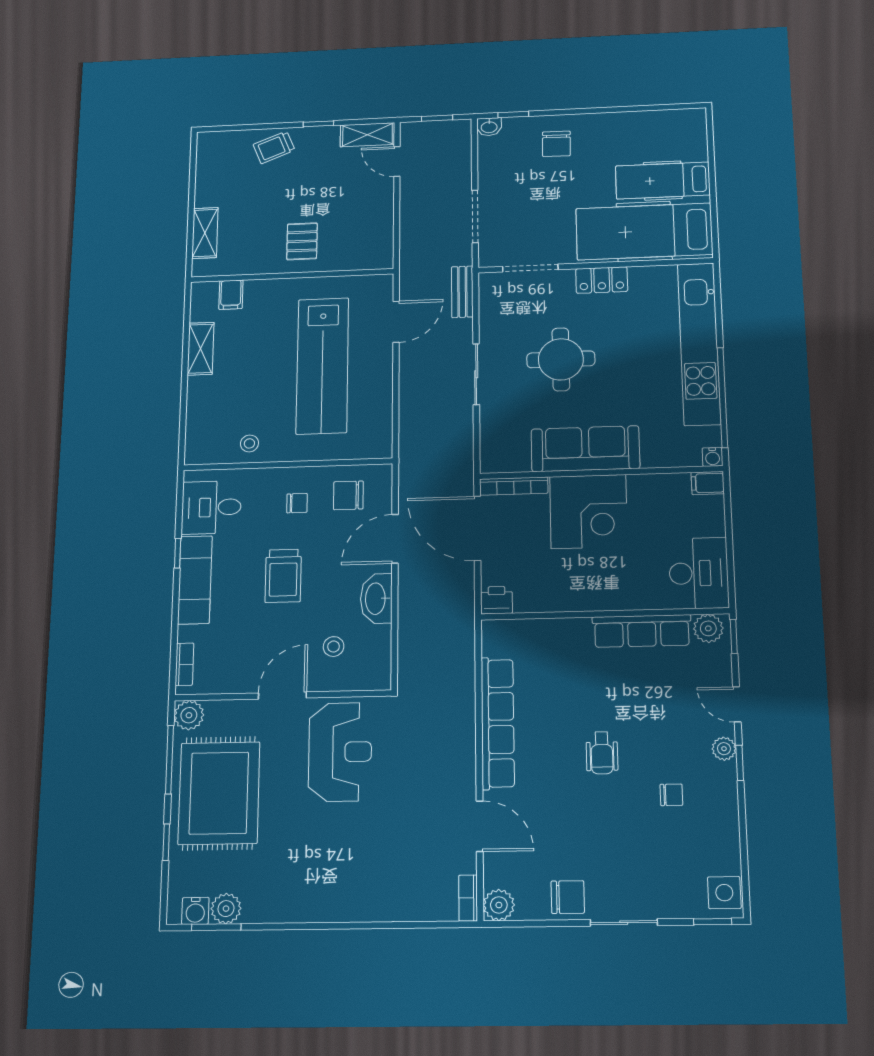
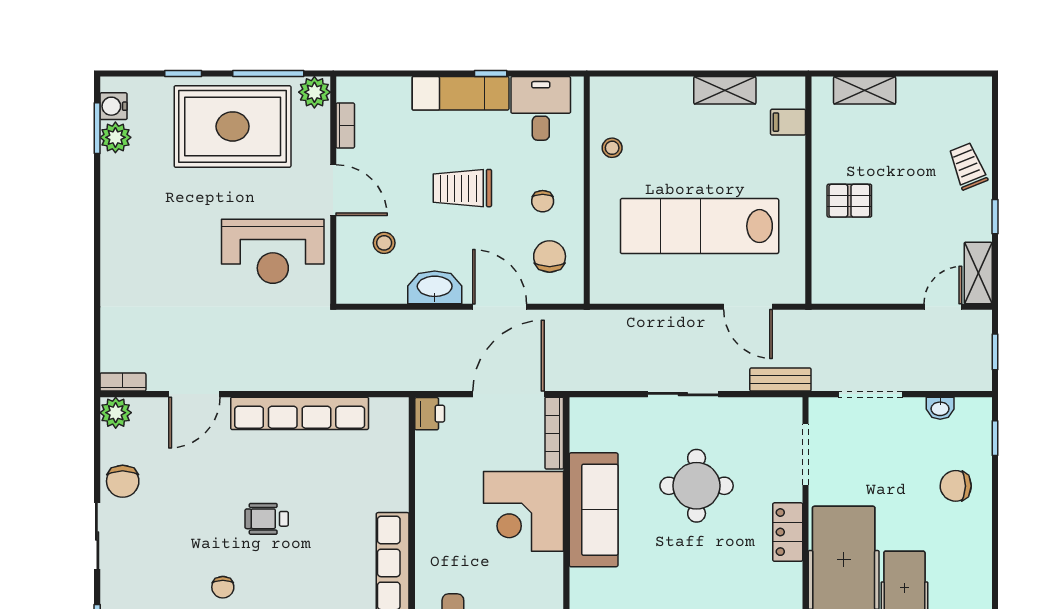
washbasin: (489, 127) -> (940, 408), moved, turned -90
bookcase: (184, 664) -> (345, 126), moved, turned -90

